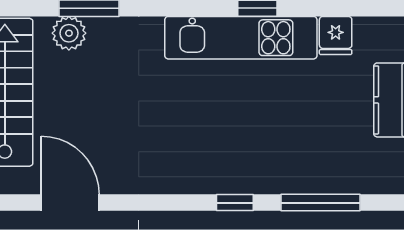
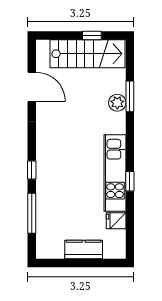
plant: (69, 33) -> (117, 103), moved
door: (70, 203) -> (32, 87), hinge flipped

